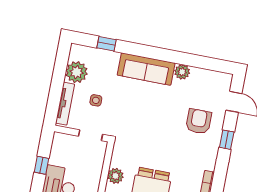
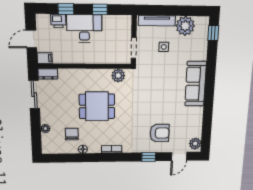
window: (107, 44) -> (213, 33), moved
plant: (182, 72) -> (195, 144), moved
plant: (115, 176) -> (118, 76), moved

